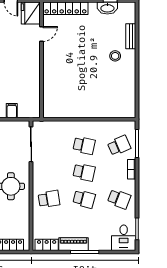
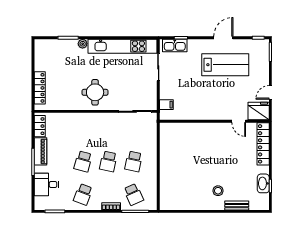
filing cabinet: (12, 111) -> (166, 105), moved
school desk: (49, 199) -> (83, 128), removed
desk: (124, 238) -> (46, 185), moved

